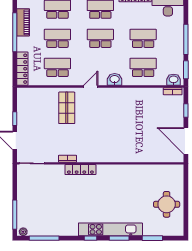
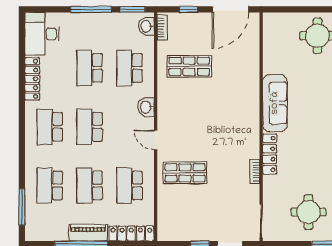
piano: (23, 22) -> (88, 233), moved
shop shelf: (144, 111) -> (189, 66), added
sofa: (118, 173) -> (275, 103), added
round table: (38, 198) -> (308, 212), added

